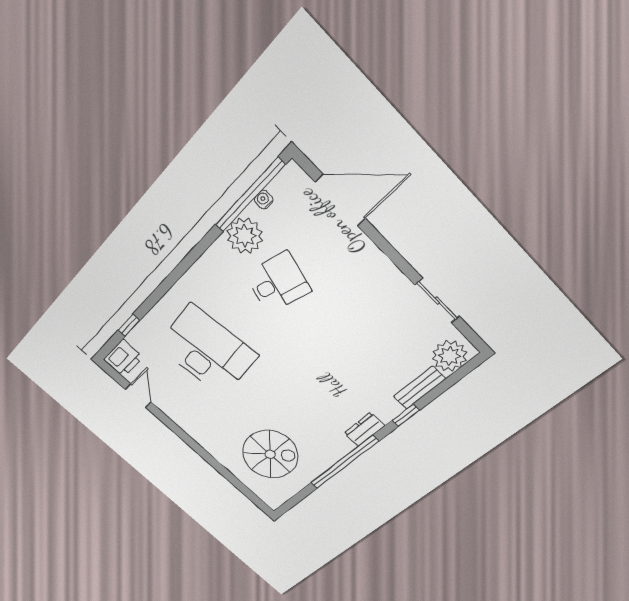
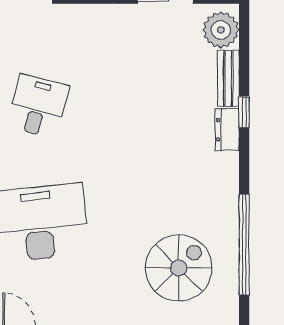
dresser: (364, 429) -> (227, 130), moved
window: (344, 462) -> (244, 245), moved

